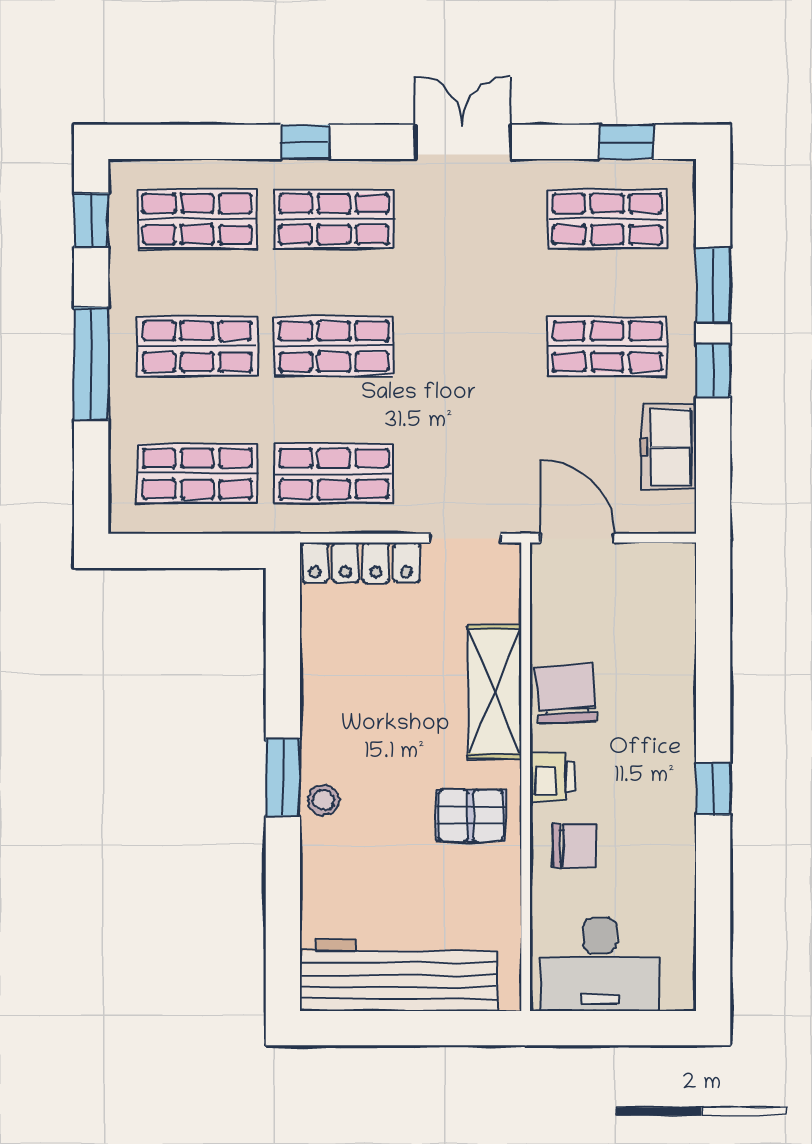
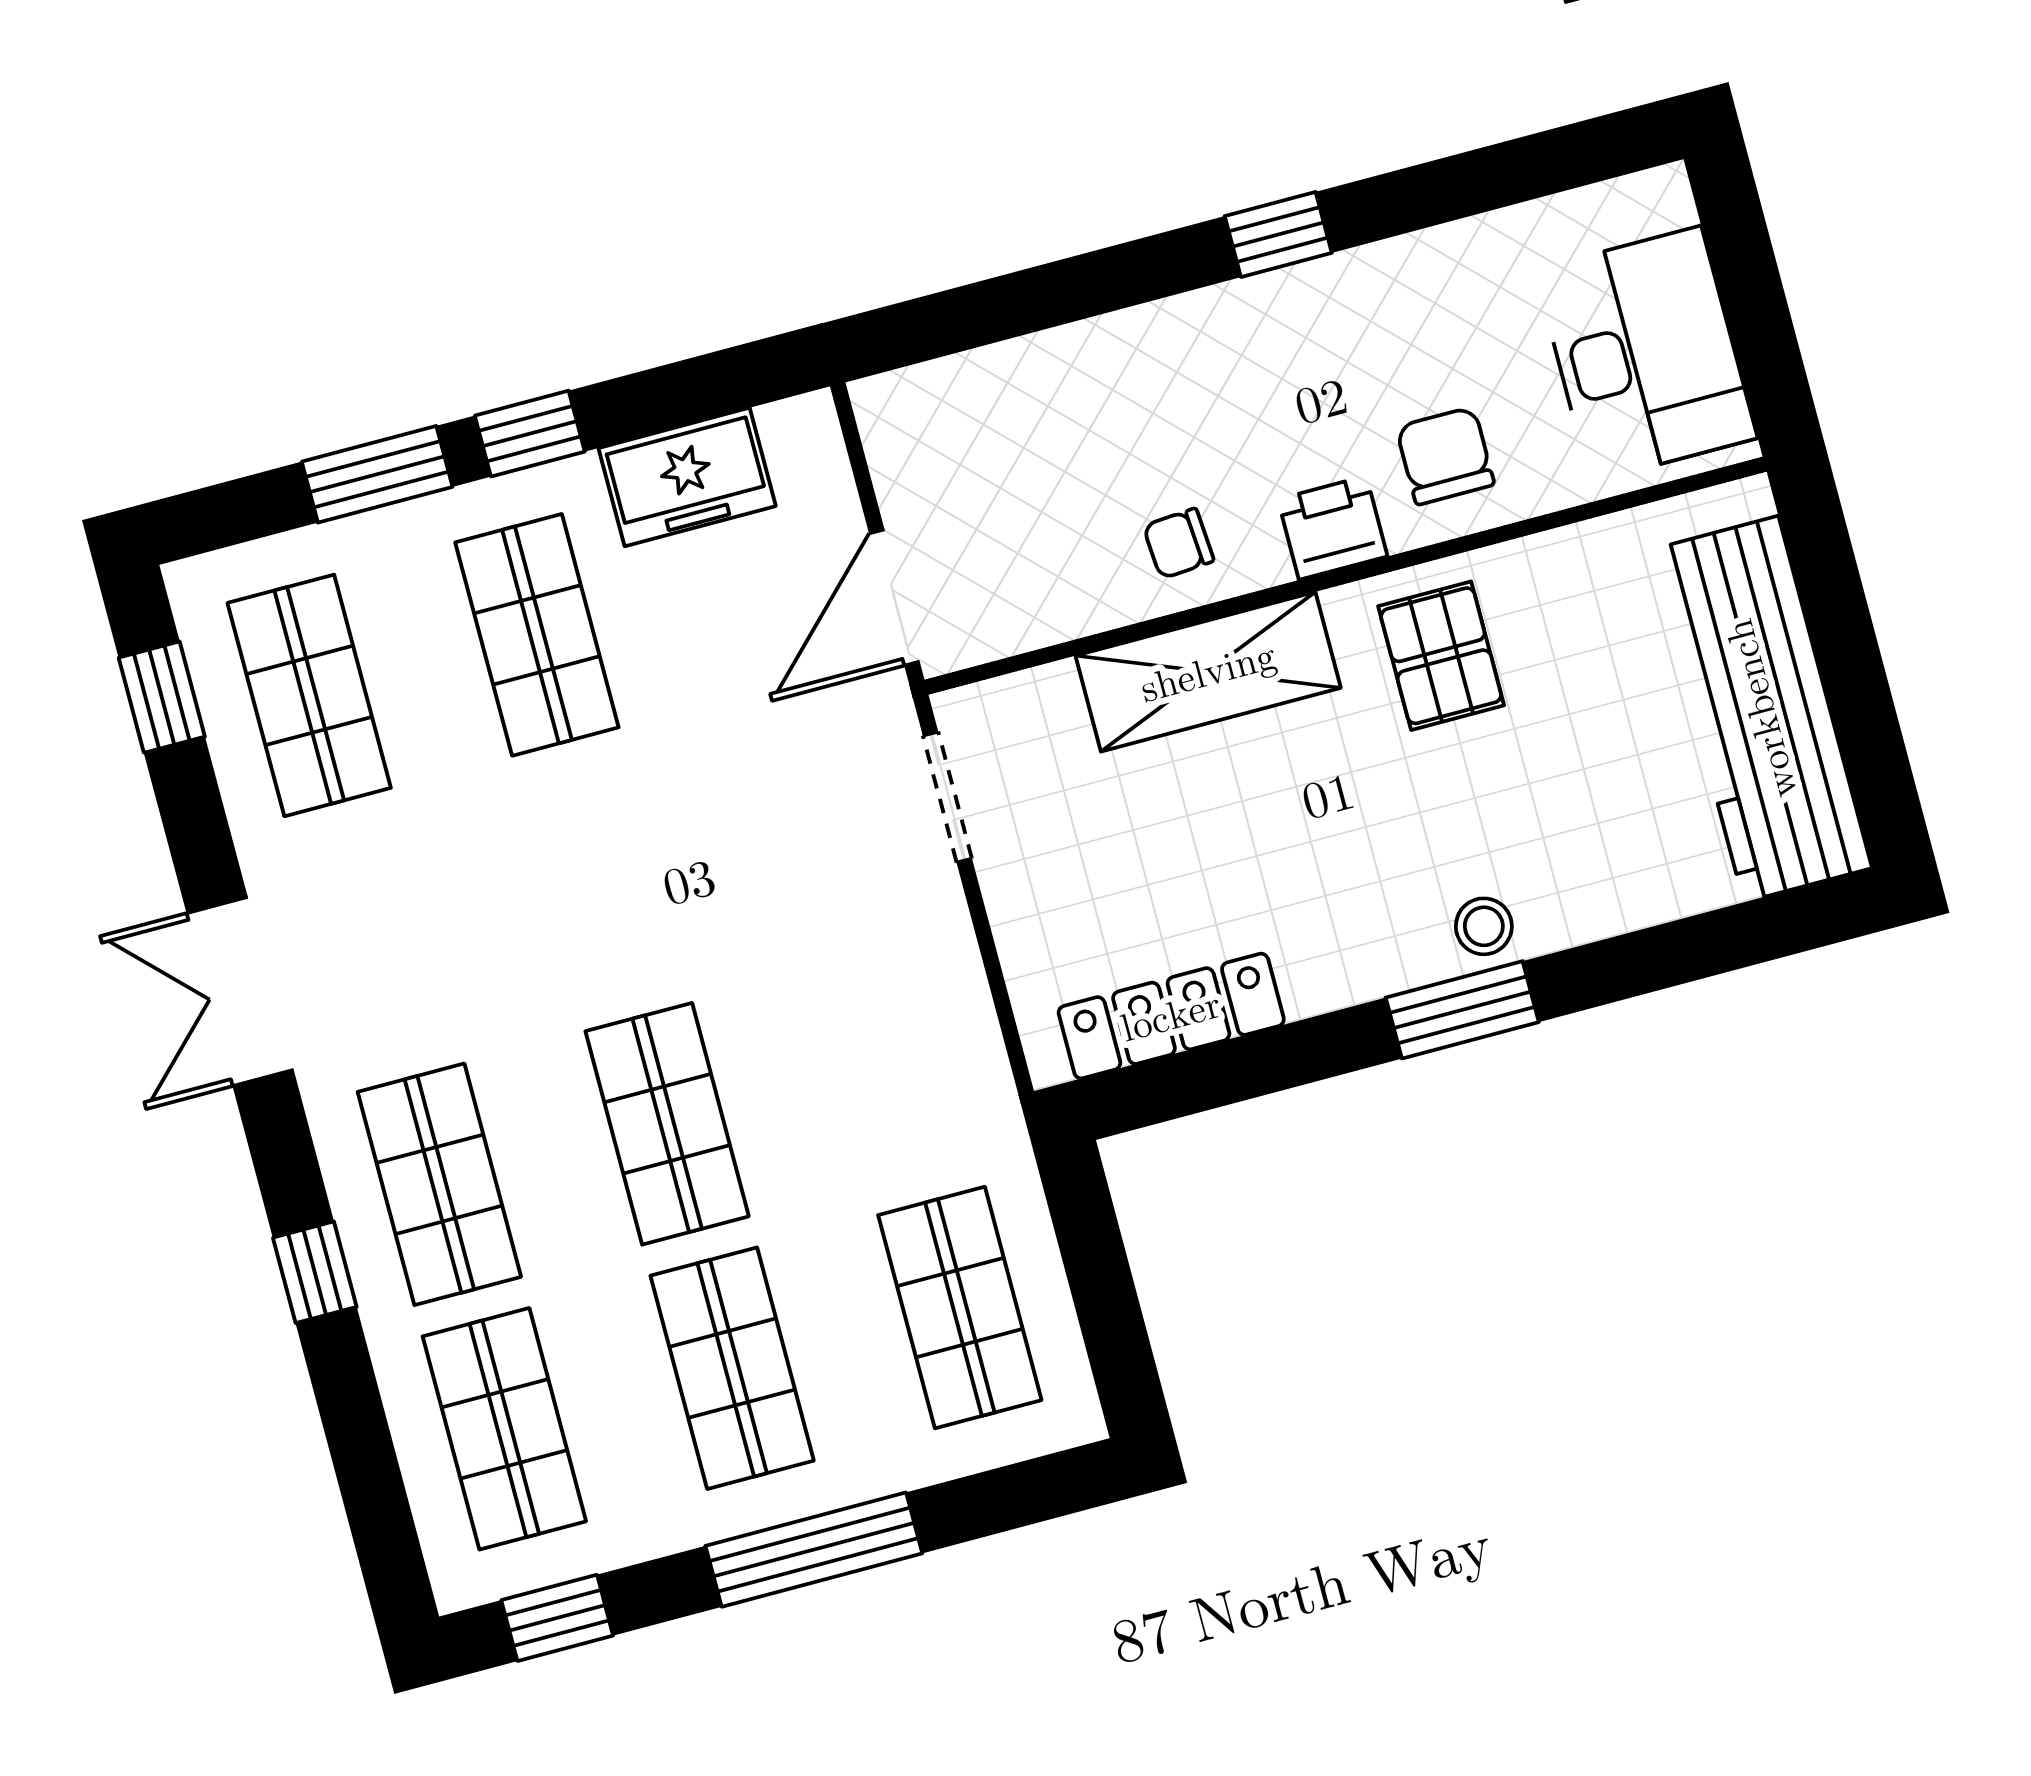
shop shelf: (334, 474) -> (895, 1063), removed
locker: (361, 563) -> (1171, 1016), moved, turned -90
chair: (566, 694) -> (1178, 543), width x0.54, depth x0.54

